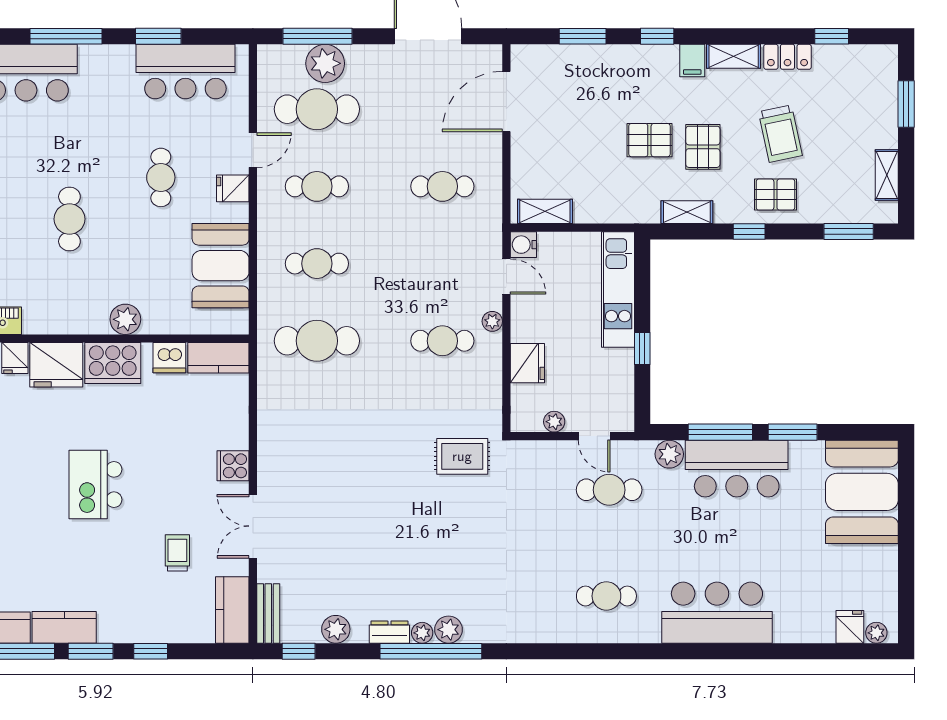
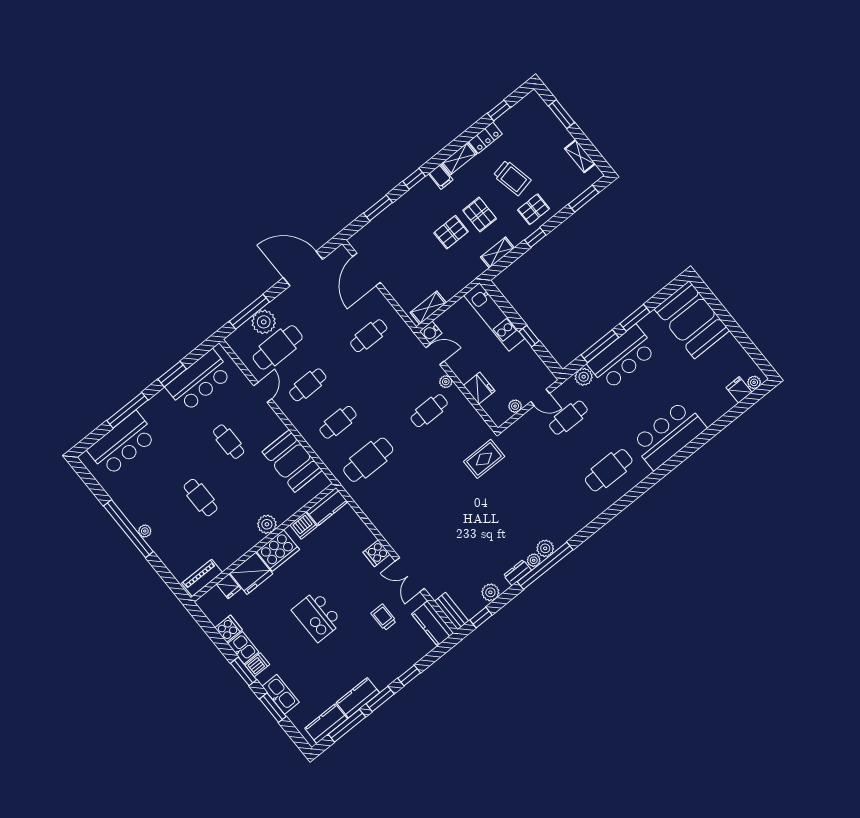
fridge: (233, 188) -> (268, 419), removed
cafe table: (606, 596) -> (609, 470), width x1.37, depth x1.35

